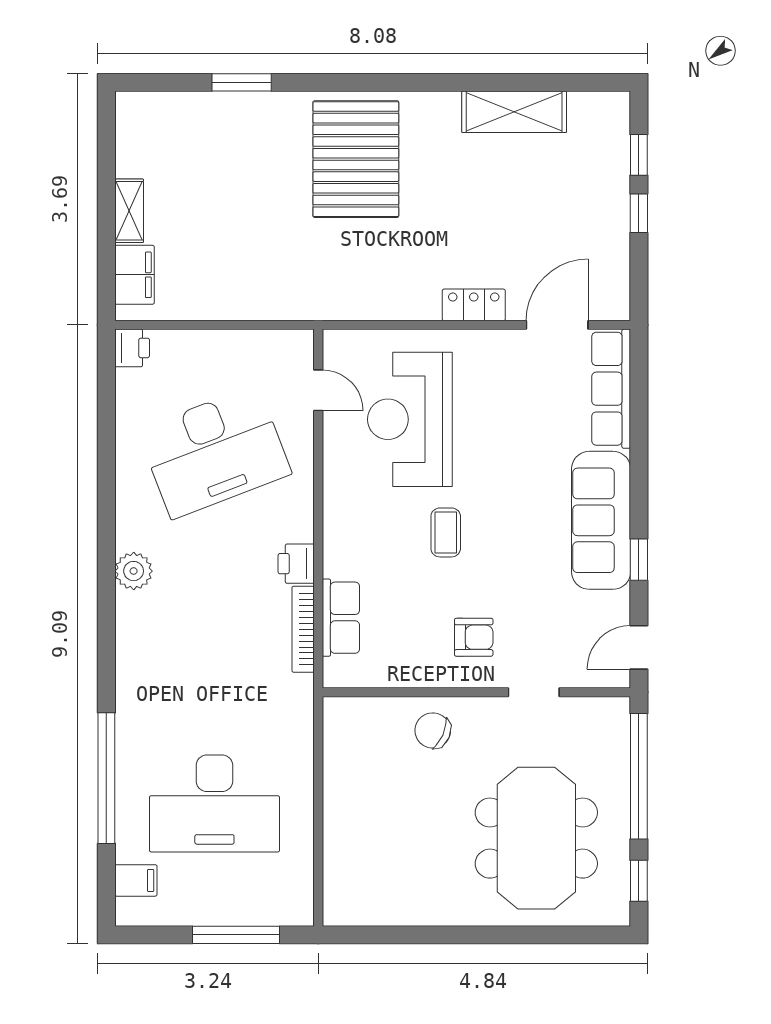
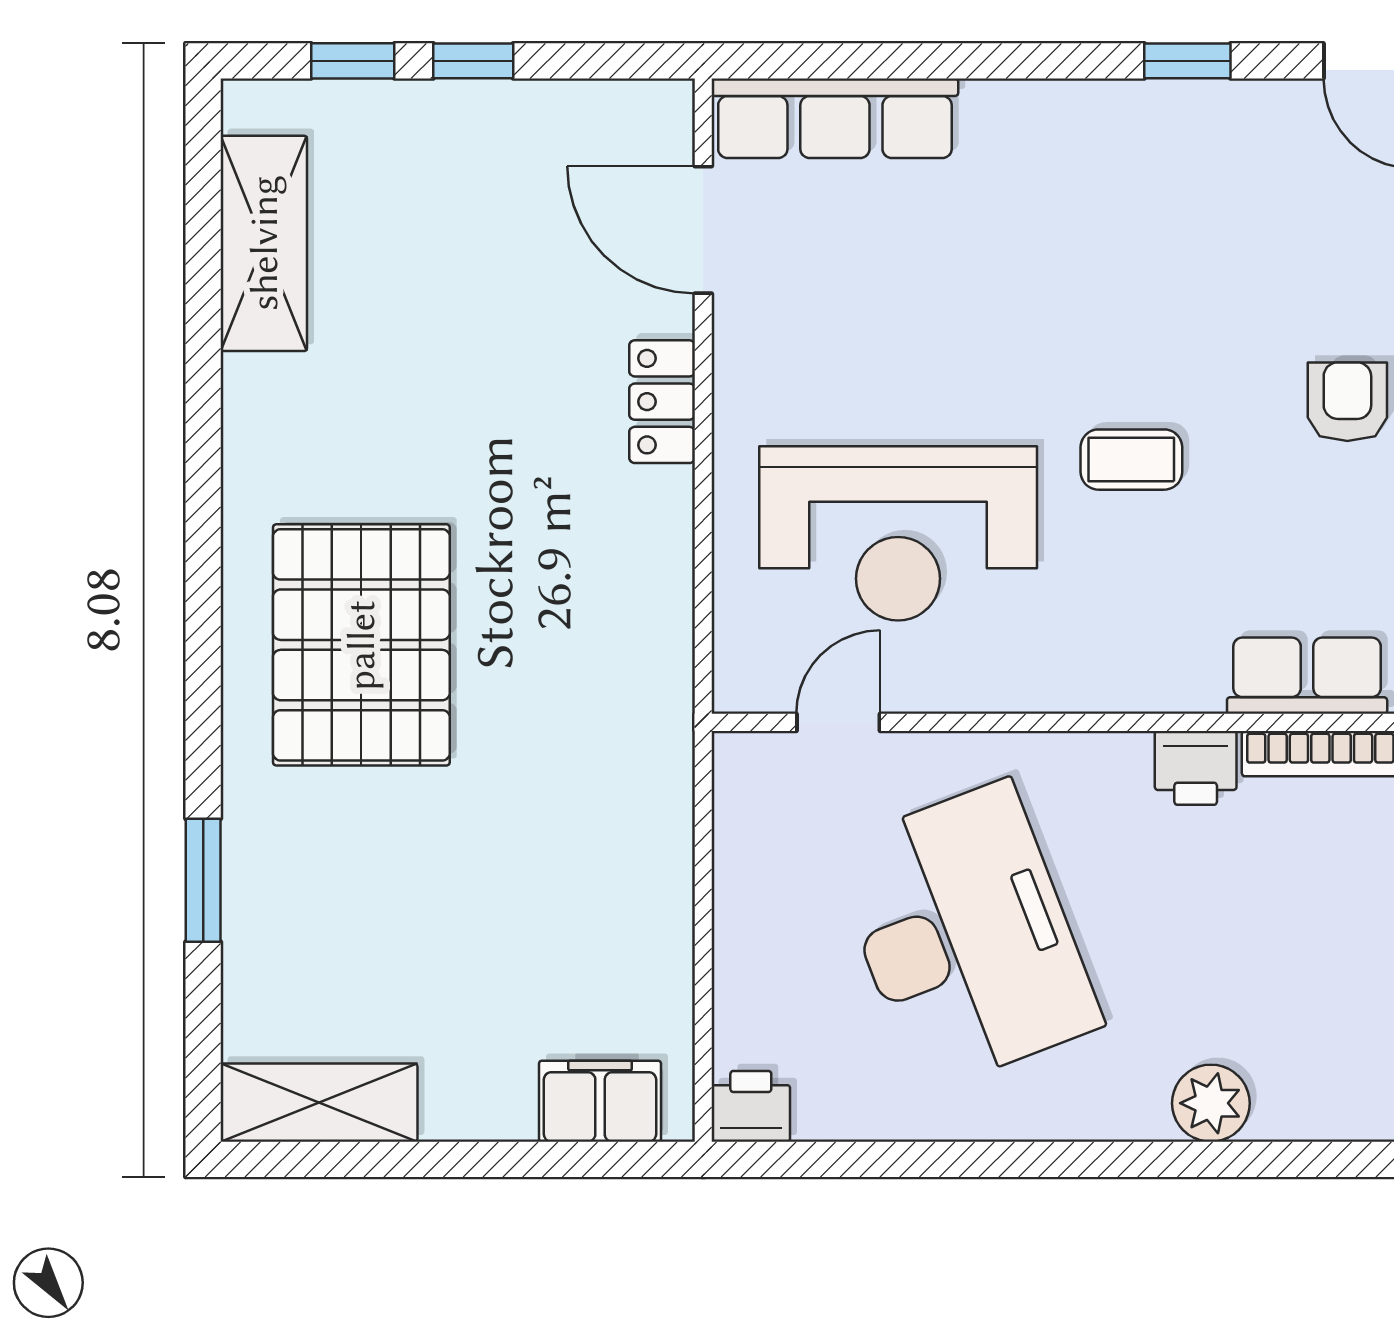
shelving: (514, 112) -> (264, 243), moved
pallet: (356, 159) -> (361, 645), turned 90
shelving: (129, 211) -> (319, 1103), moved, width x1.50, depth x1.33
sofa: (601, 520) -> (1106, 139), removed

